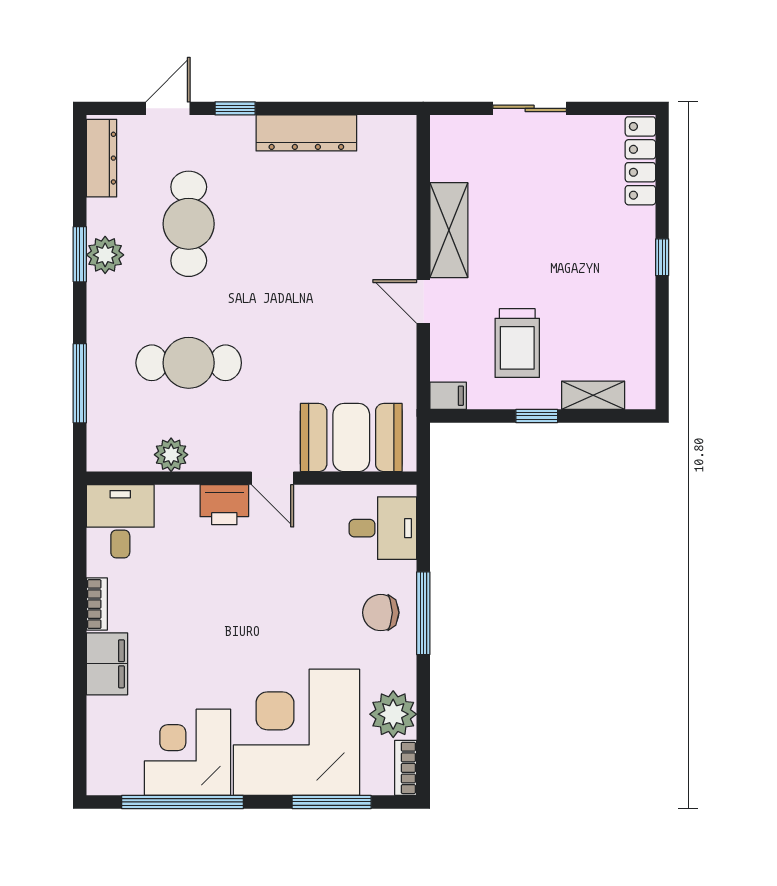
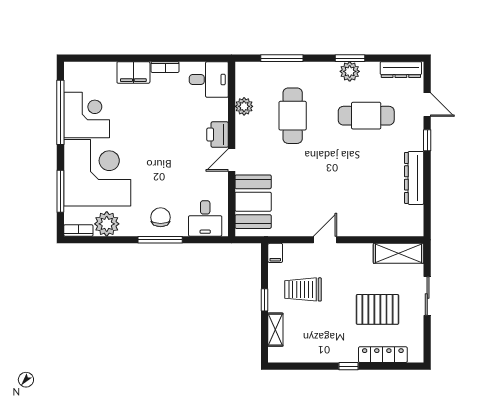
locker: (640, 161) -> (383, 355), moved
pallet: (555, 202) -> (377, 309), added
shelving: (449, 230) -> (399, 253), moved

